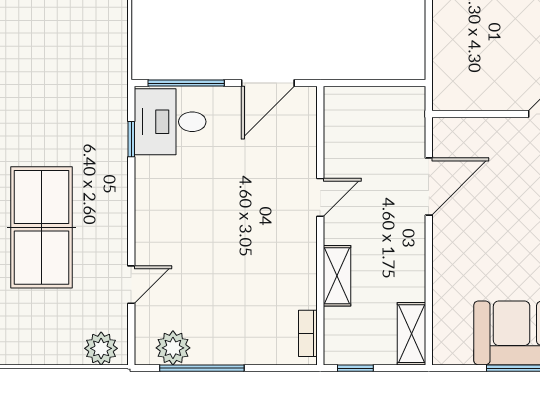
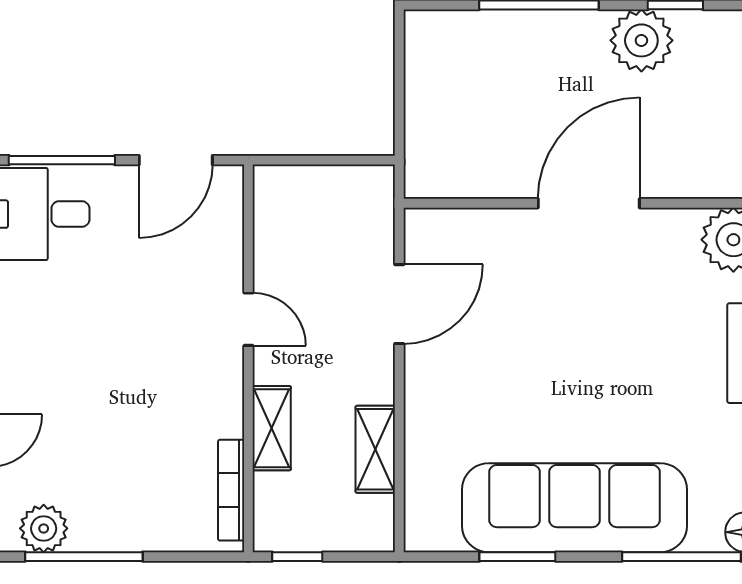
door: (320, 197) -> (248, 319), hinge flipped
bookcase: (308, 333) -> (231, 490), width x1.56
shelving: (411, 334) -> (375, 449), moved

